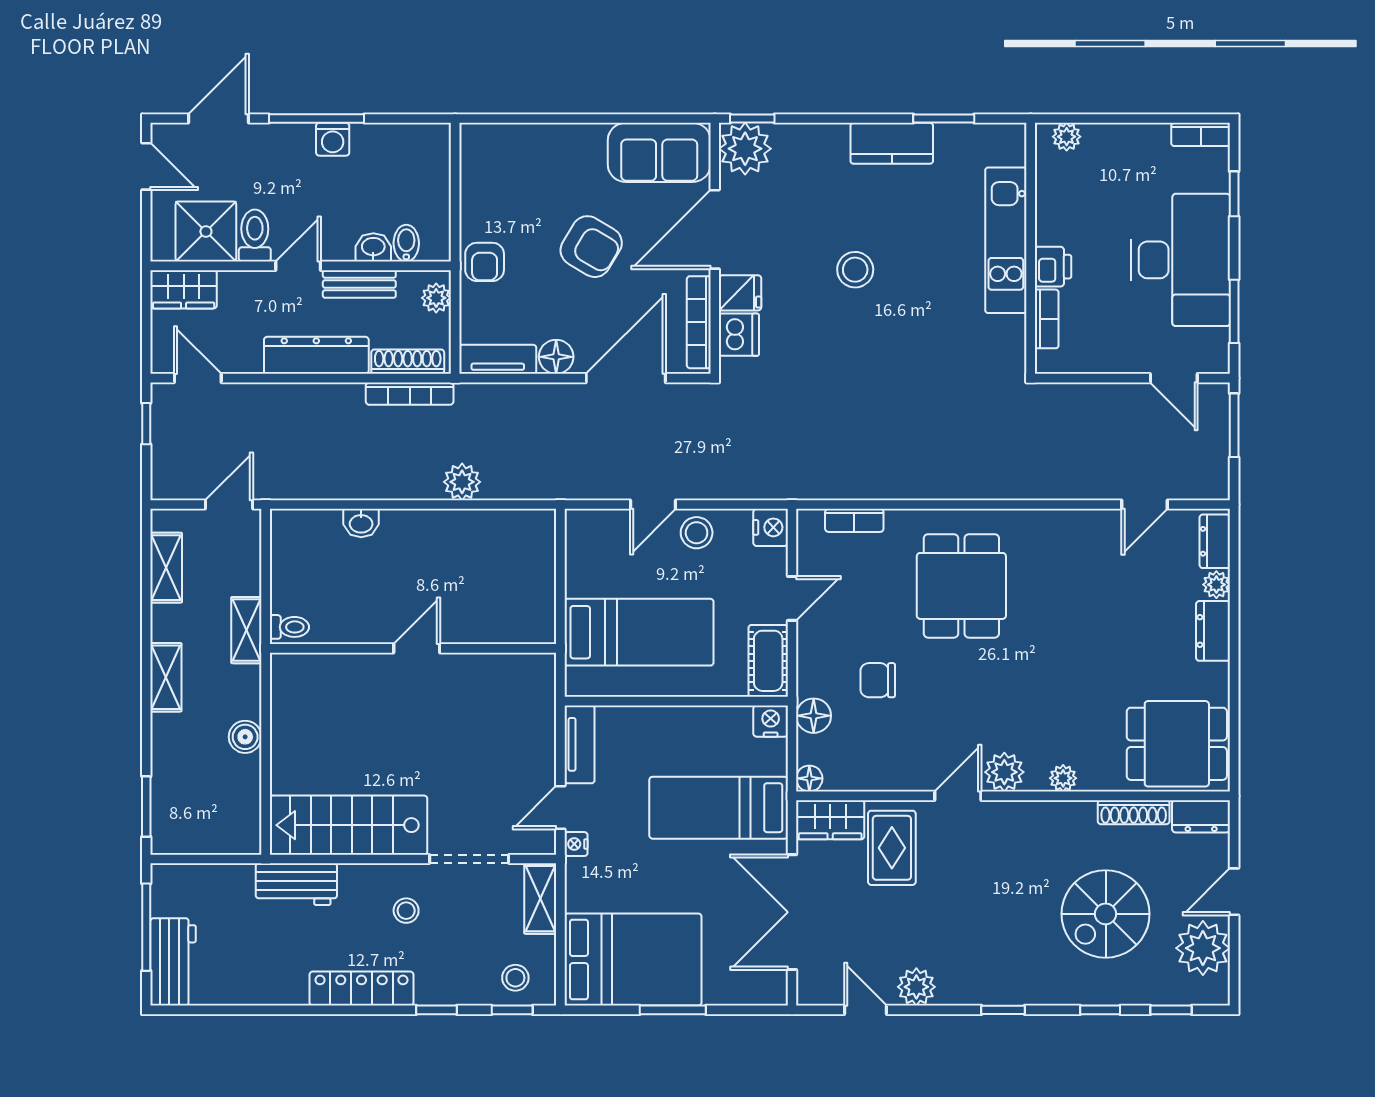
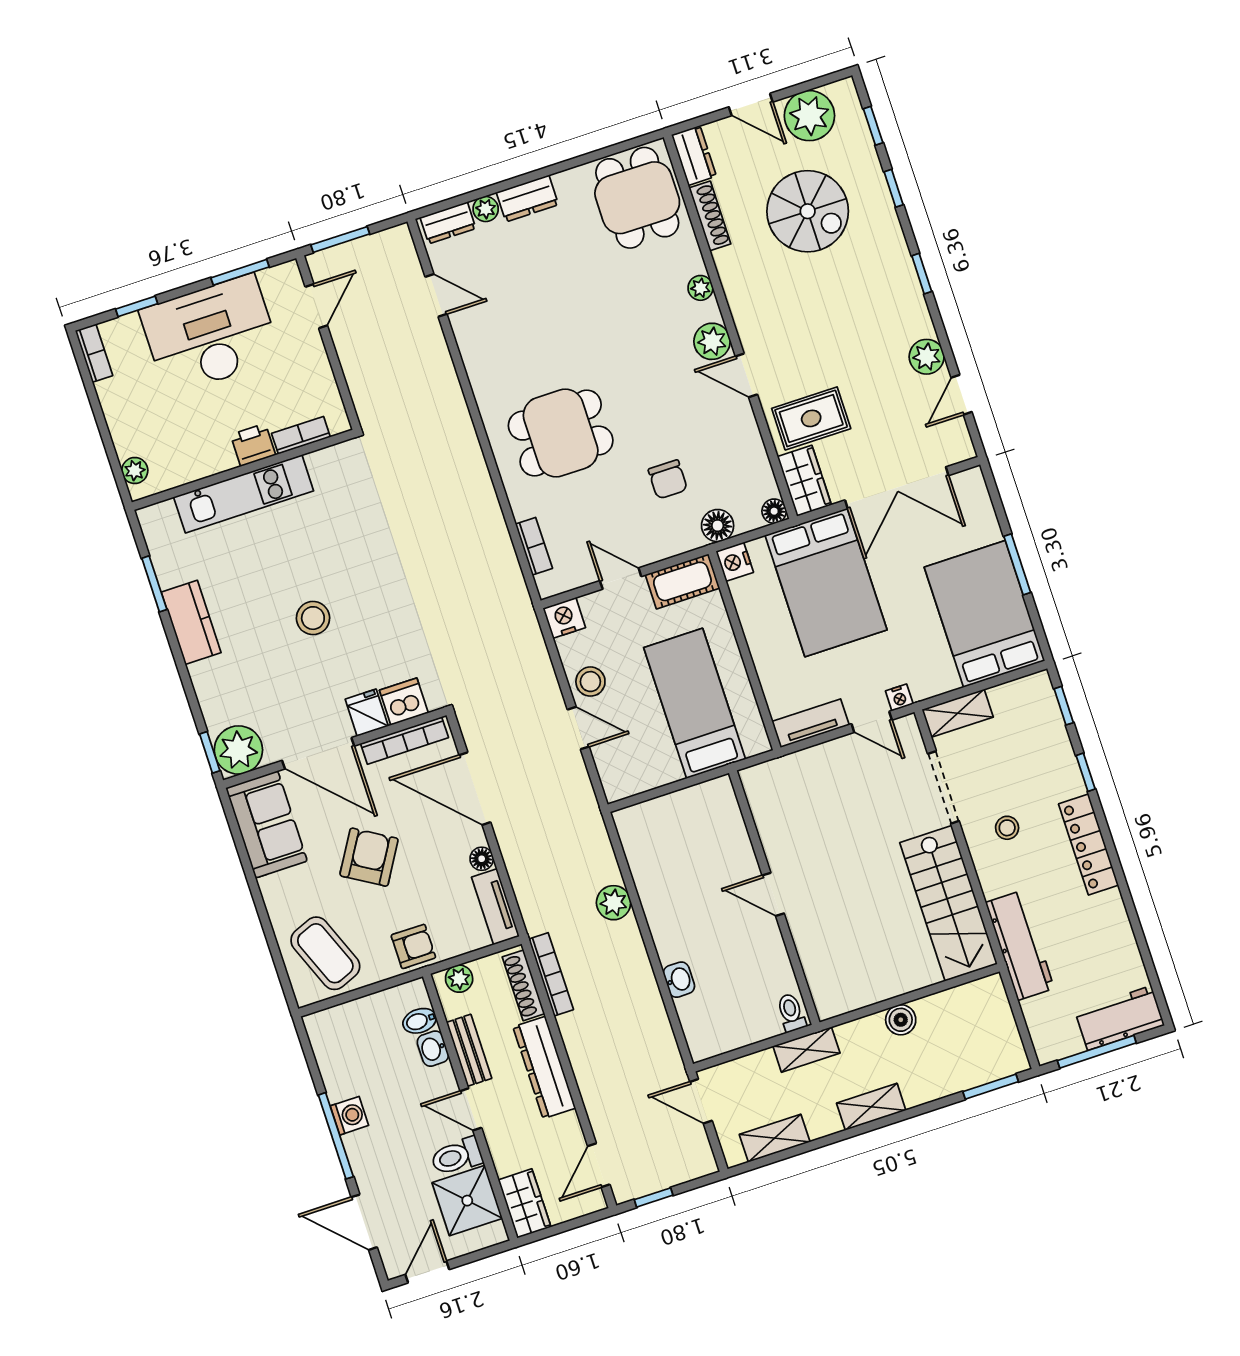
coffee table: (507, 169) -> (325, 953), added
floor lamp: (556, 357) -> (482, 859), width x0.73, depth x0.73
bed: (719, 808) -> (826, 583), width x1.50
workbench: (296, 884) -> (1020, 945), width x1.38
stool: (515, 978) -> (1035, 712), removed

